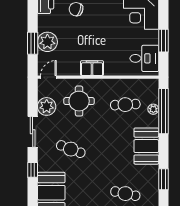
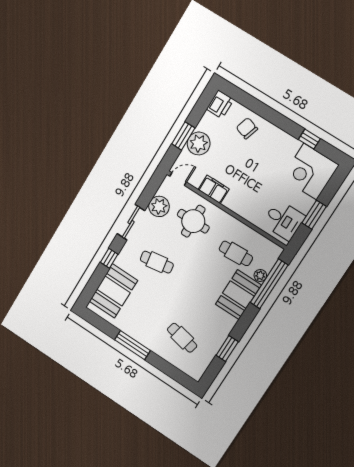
filing cabinet: (92, 68) -> (214, 189), moved
booth: (146, 146) -> (238, 295), moved
cafe table: (71, 149) -> (157, 262), turned -30

